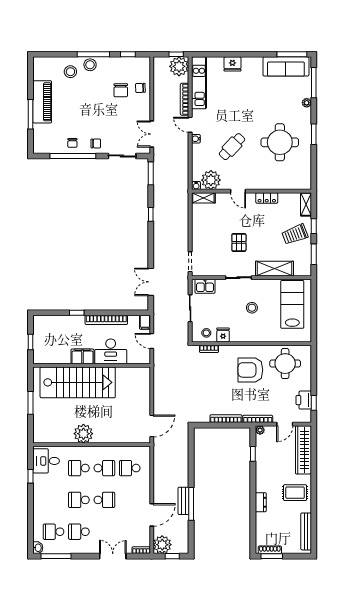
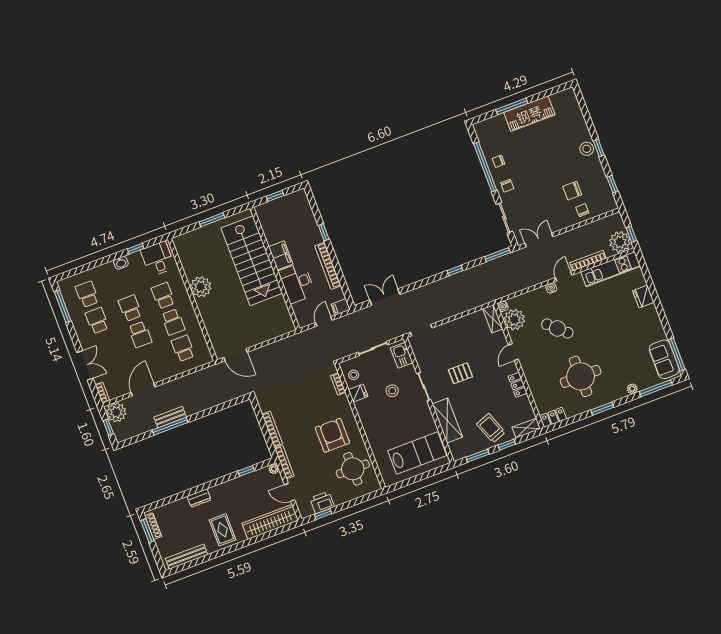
window: (93, 54) -> (599, 148), width x0.46
sofa: (286, 66) -> (664, 359), width x0.73
stool: (70, 72) -> (572, 131), removed
locker: (306, 178) -> (553, 417), added
stool: (252, 308) -> (392, 391), moved
door: (152, 515) -> (143, 390), swing flipped
washbasin: (38, 548) -> (121, 263), moved

